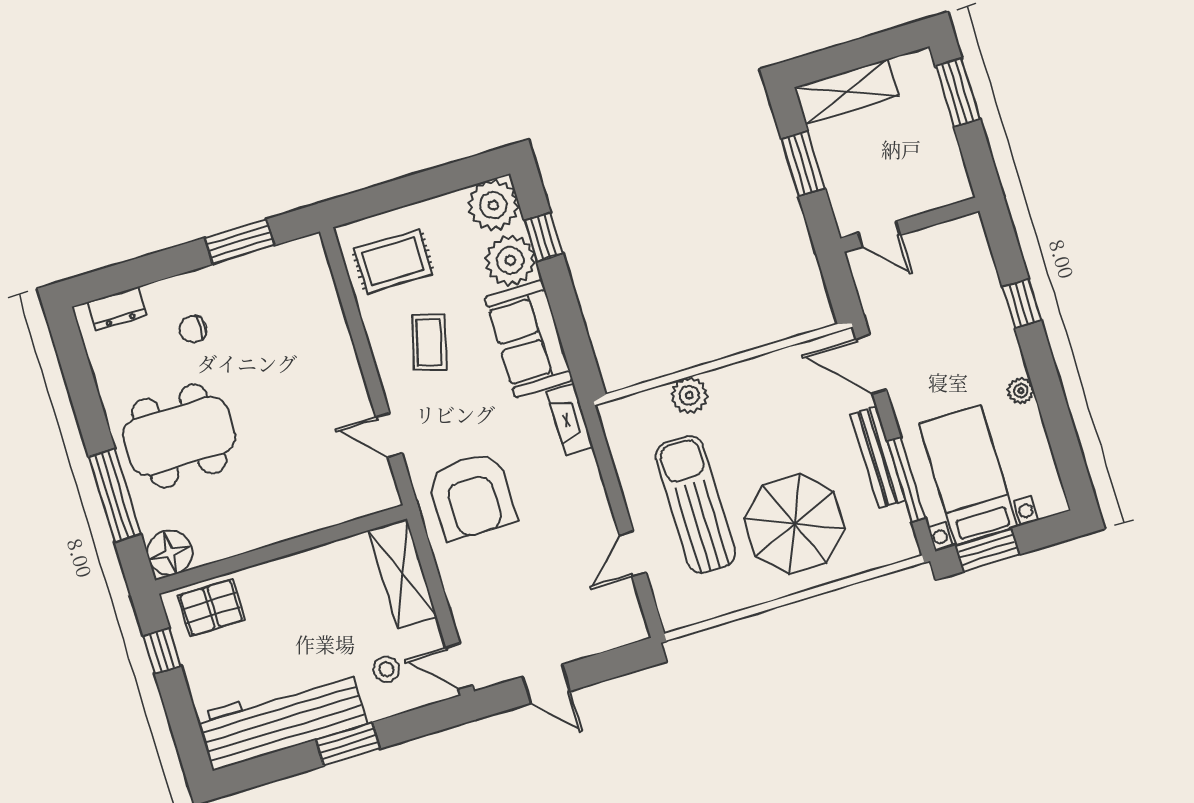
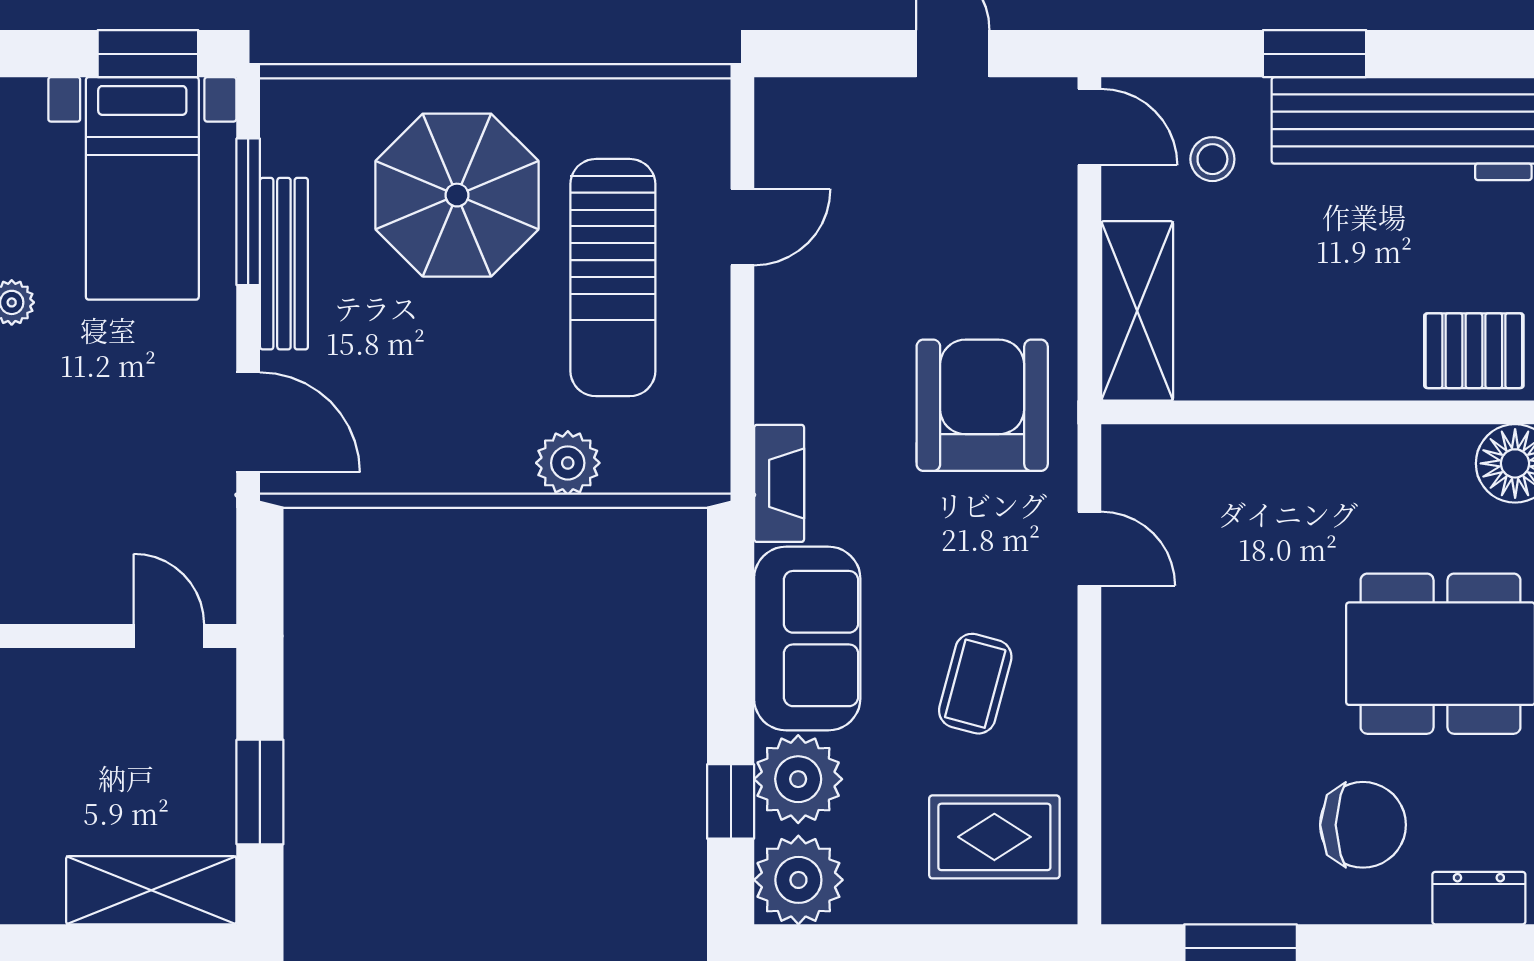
chair: (193, 329) -> (1363, 825), width x1.87, depth x1.87

